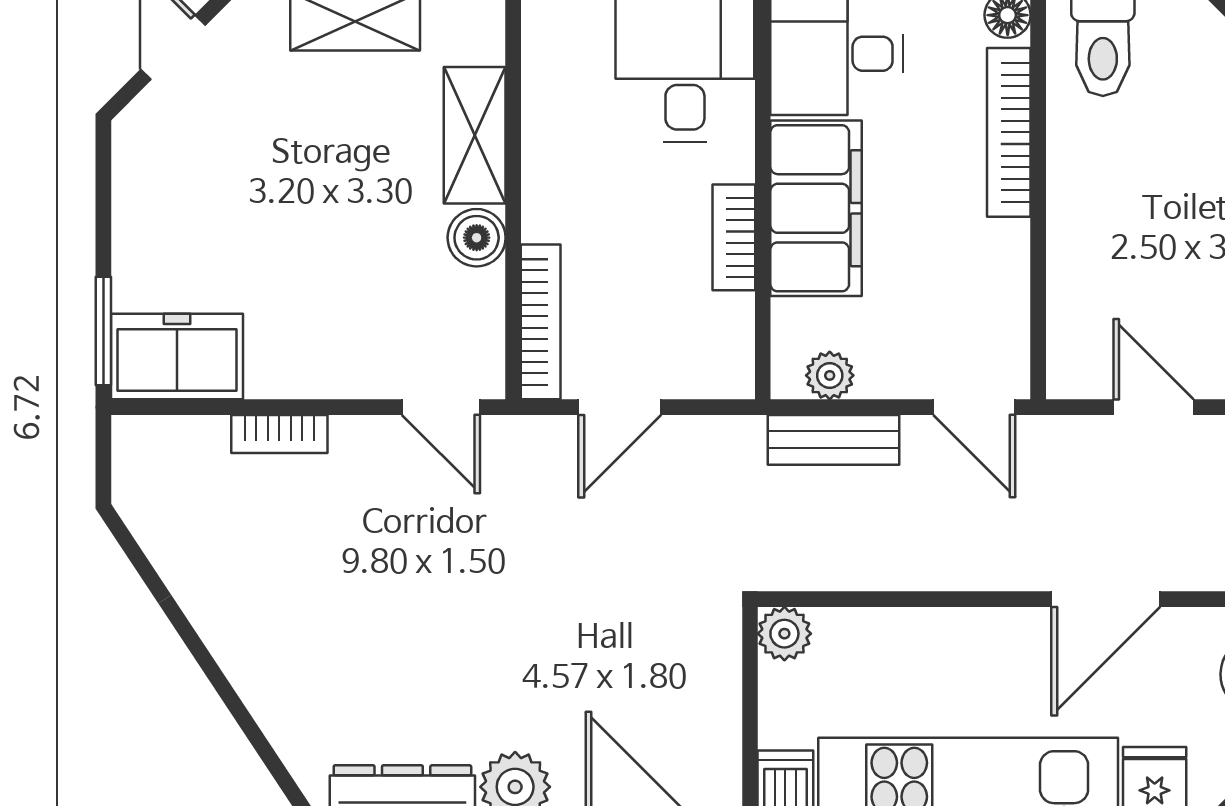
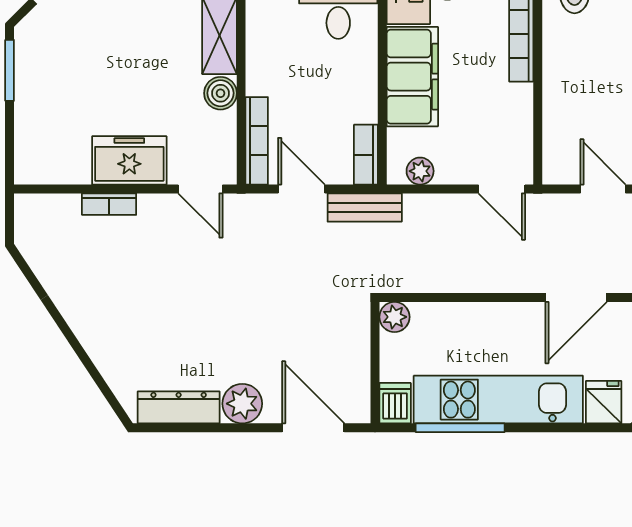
bookcase: (734, 237) -> (366, 155), moved
window: (103, 331) -> (10, 70), moved
freezer: (177, 357) -> (129, 160), moved
door: (620, 407) -> (301, 189), swing flipped
bench: (834, 440) -> (365, 207), moved

